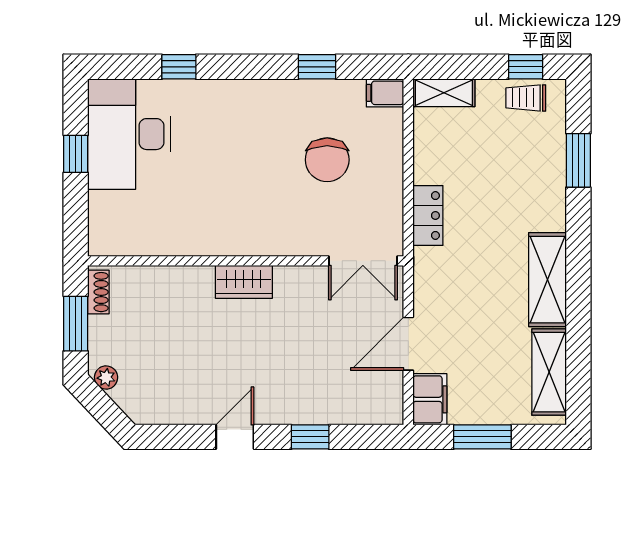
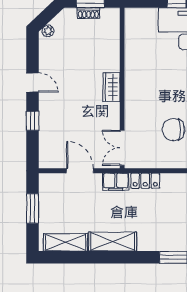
shoe rack: (98, 292) -> (88, 13), moved
plant: (106, 377) -> (48, 31), moved
filing cabinet: (430, 399) -> (116, 182), moved

